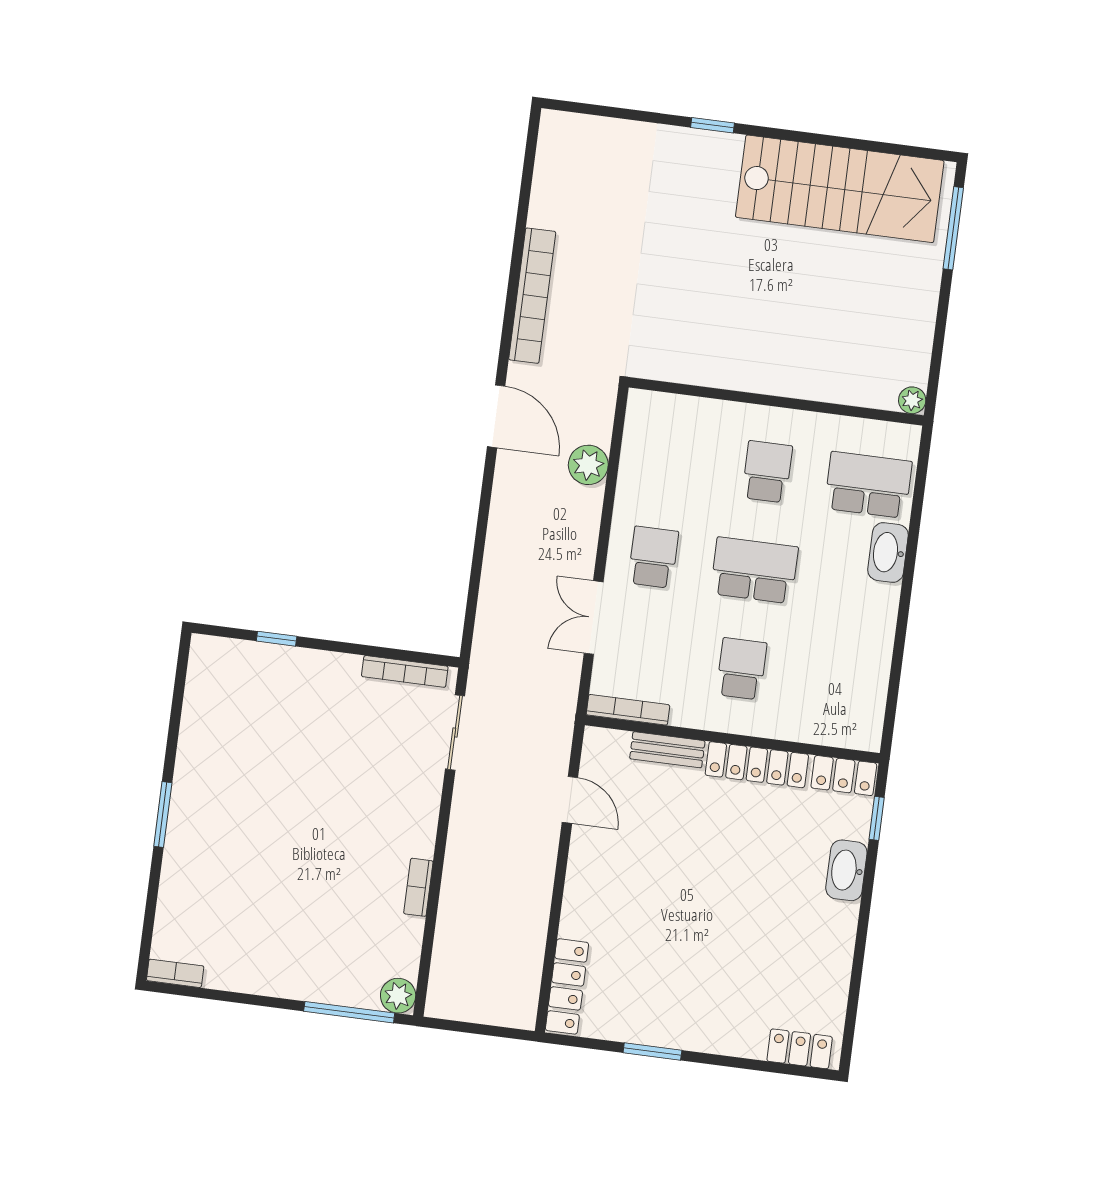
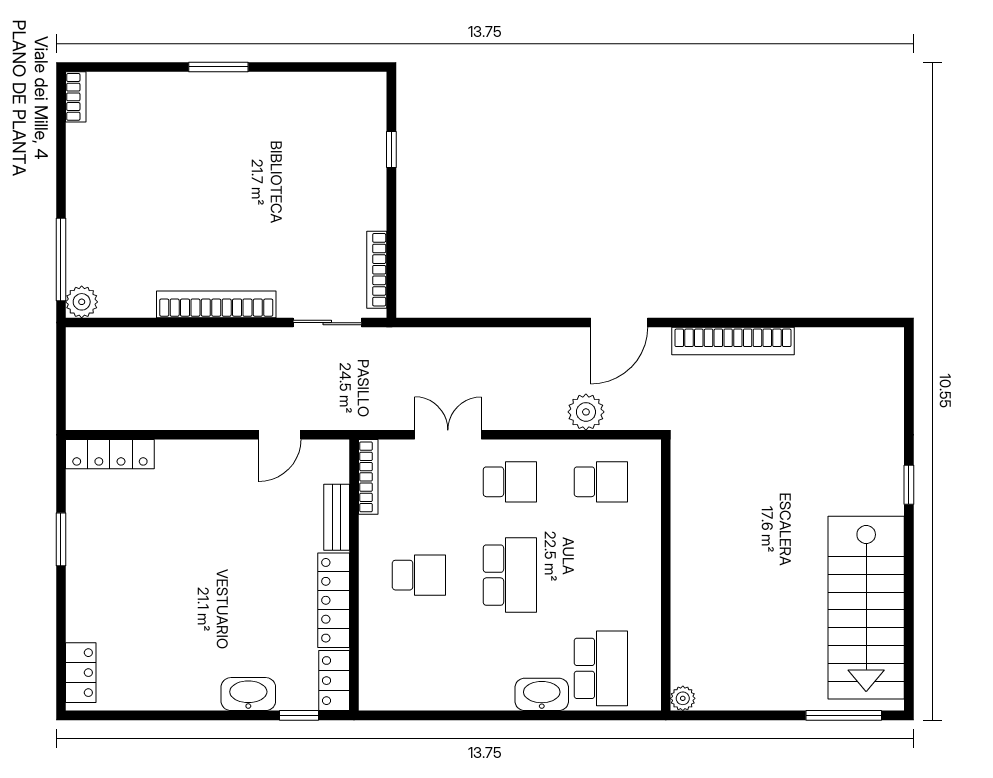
school desk: (767, 472) -> (601, 482), moved
bookcase: (418, 887) -> (216, 304), width x2.31, depth x1.31

